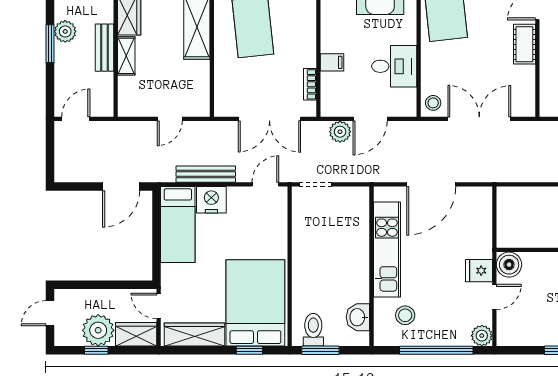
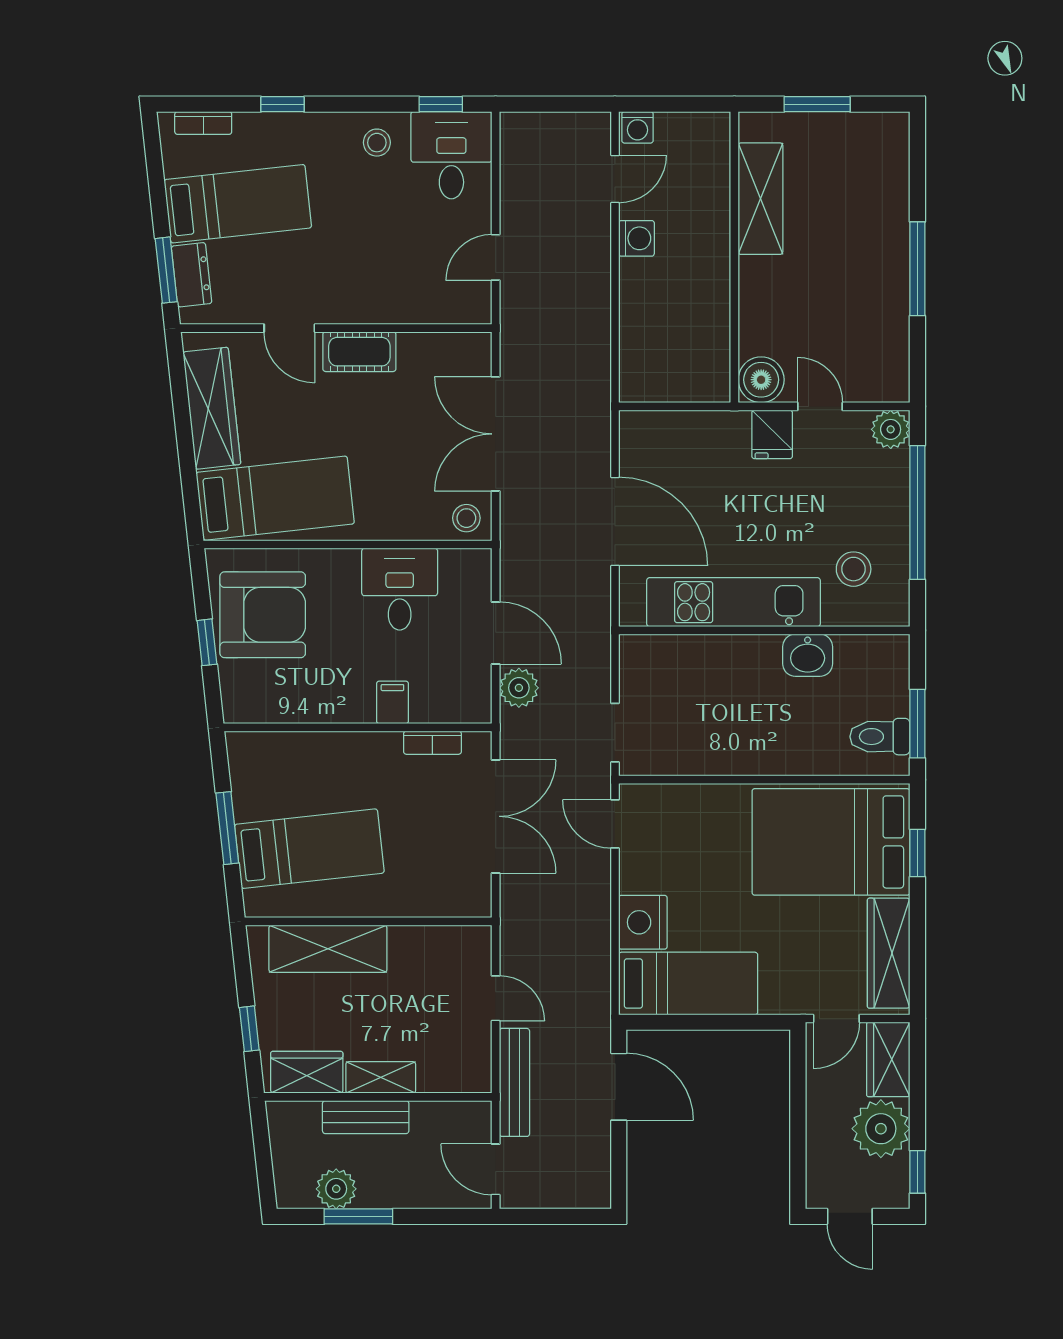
bench: (206, 174) -> (514, 1082), moved
washbasin: (358, 317) -> (808, 655), moved
window: (96, 350) -> (917, 1172), moved

